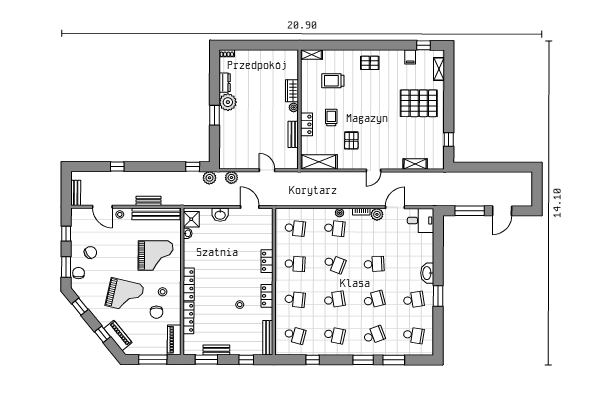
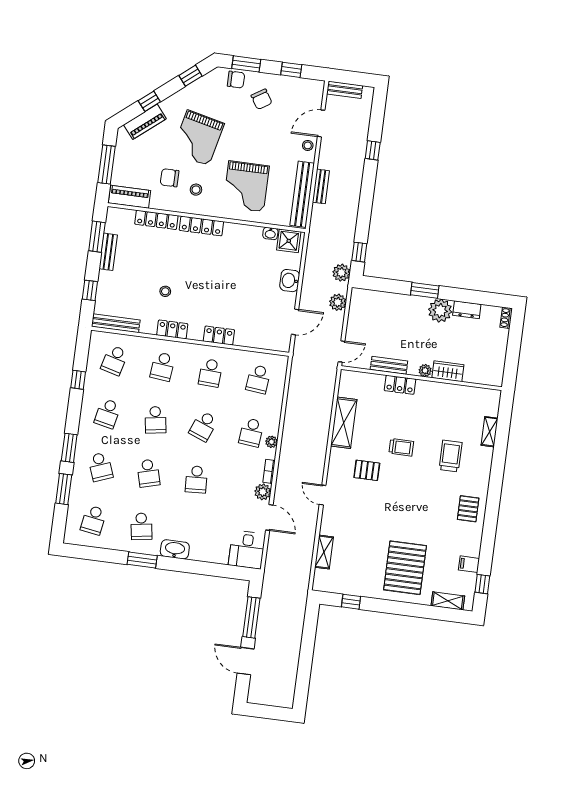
wardrobe: (292, 91) -> (448, 371), moved
plant: (294, 107) -> (425, 371), moved
wall: (299, 109) -> (421, 378), moved
locker: (306, 124) -> (400, 385), moved
bench: (293, 134) -> (389, 365), moved

